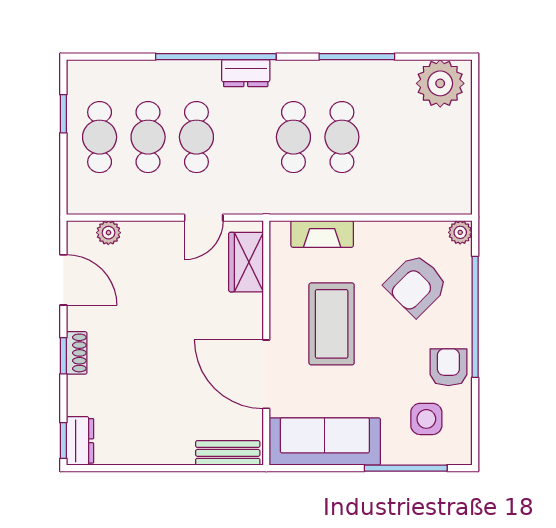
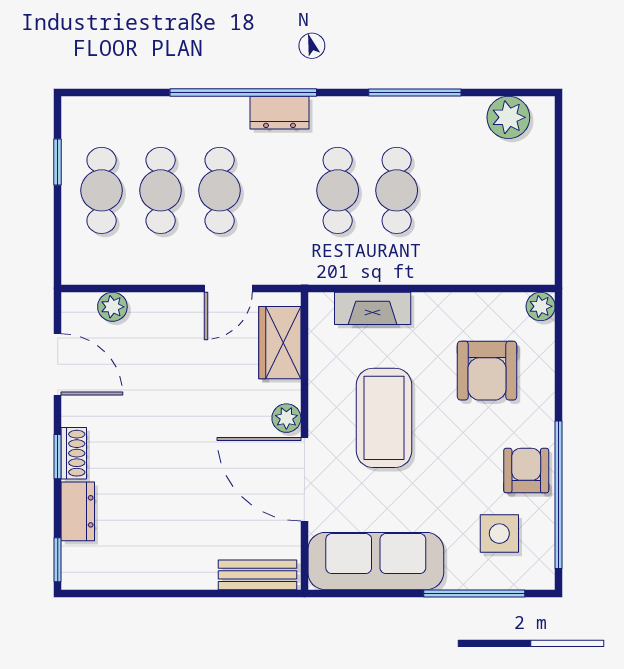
plant: (440, 83) -> (508, 117), width x0.73, depth x0.73
armchair: (416, 285) -> (487, 371), turned -45
window: (475, 317) -> (559, 495), moved
plant: (251, 324) -> (286, 418), added
dresser: (80, 441) -> (78, 511), moved

